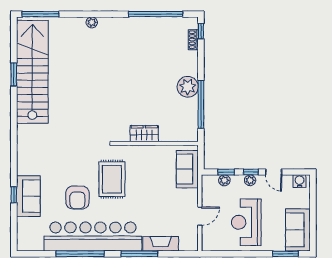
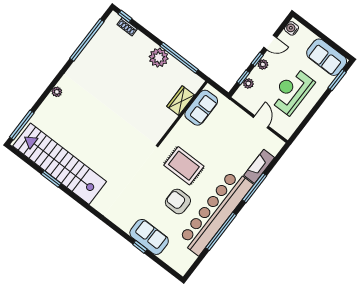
wardrobe: (144, 134) -> (181, 101), moved
sofa: (187, 169) -> (201, 108), moved, turned -90
armchair: (77, 198) -> (178, 202), turned 180
reception desk: (246, 222) -> (292, 91), turned 90

